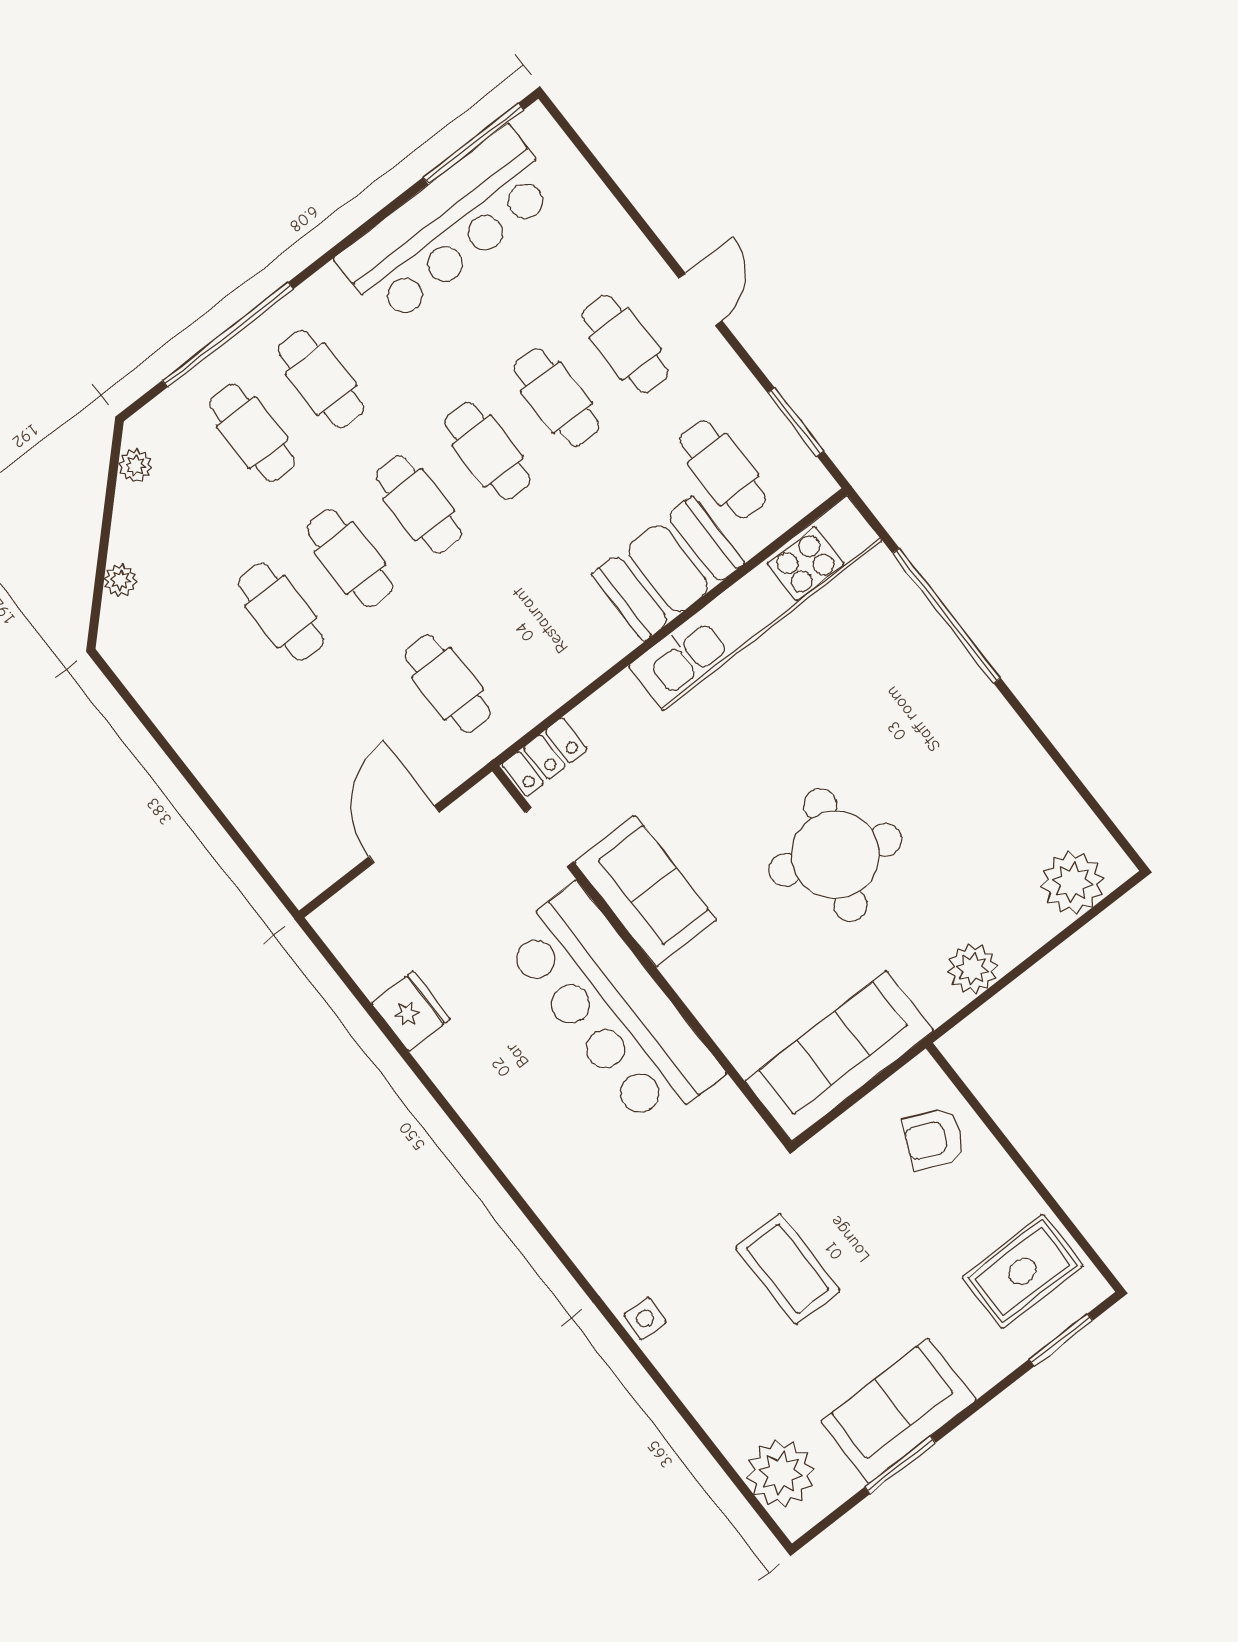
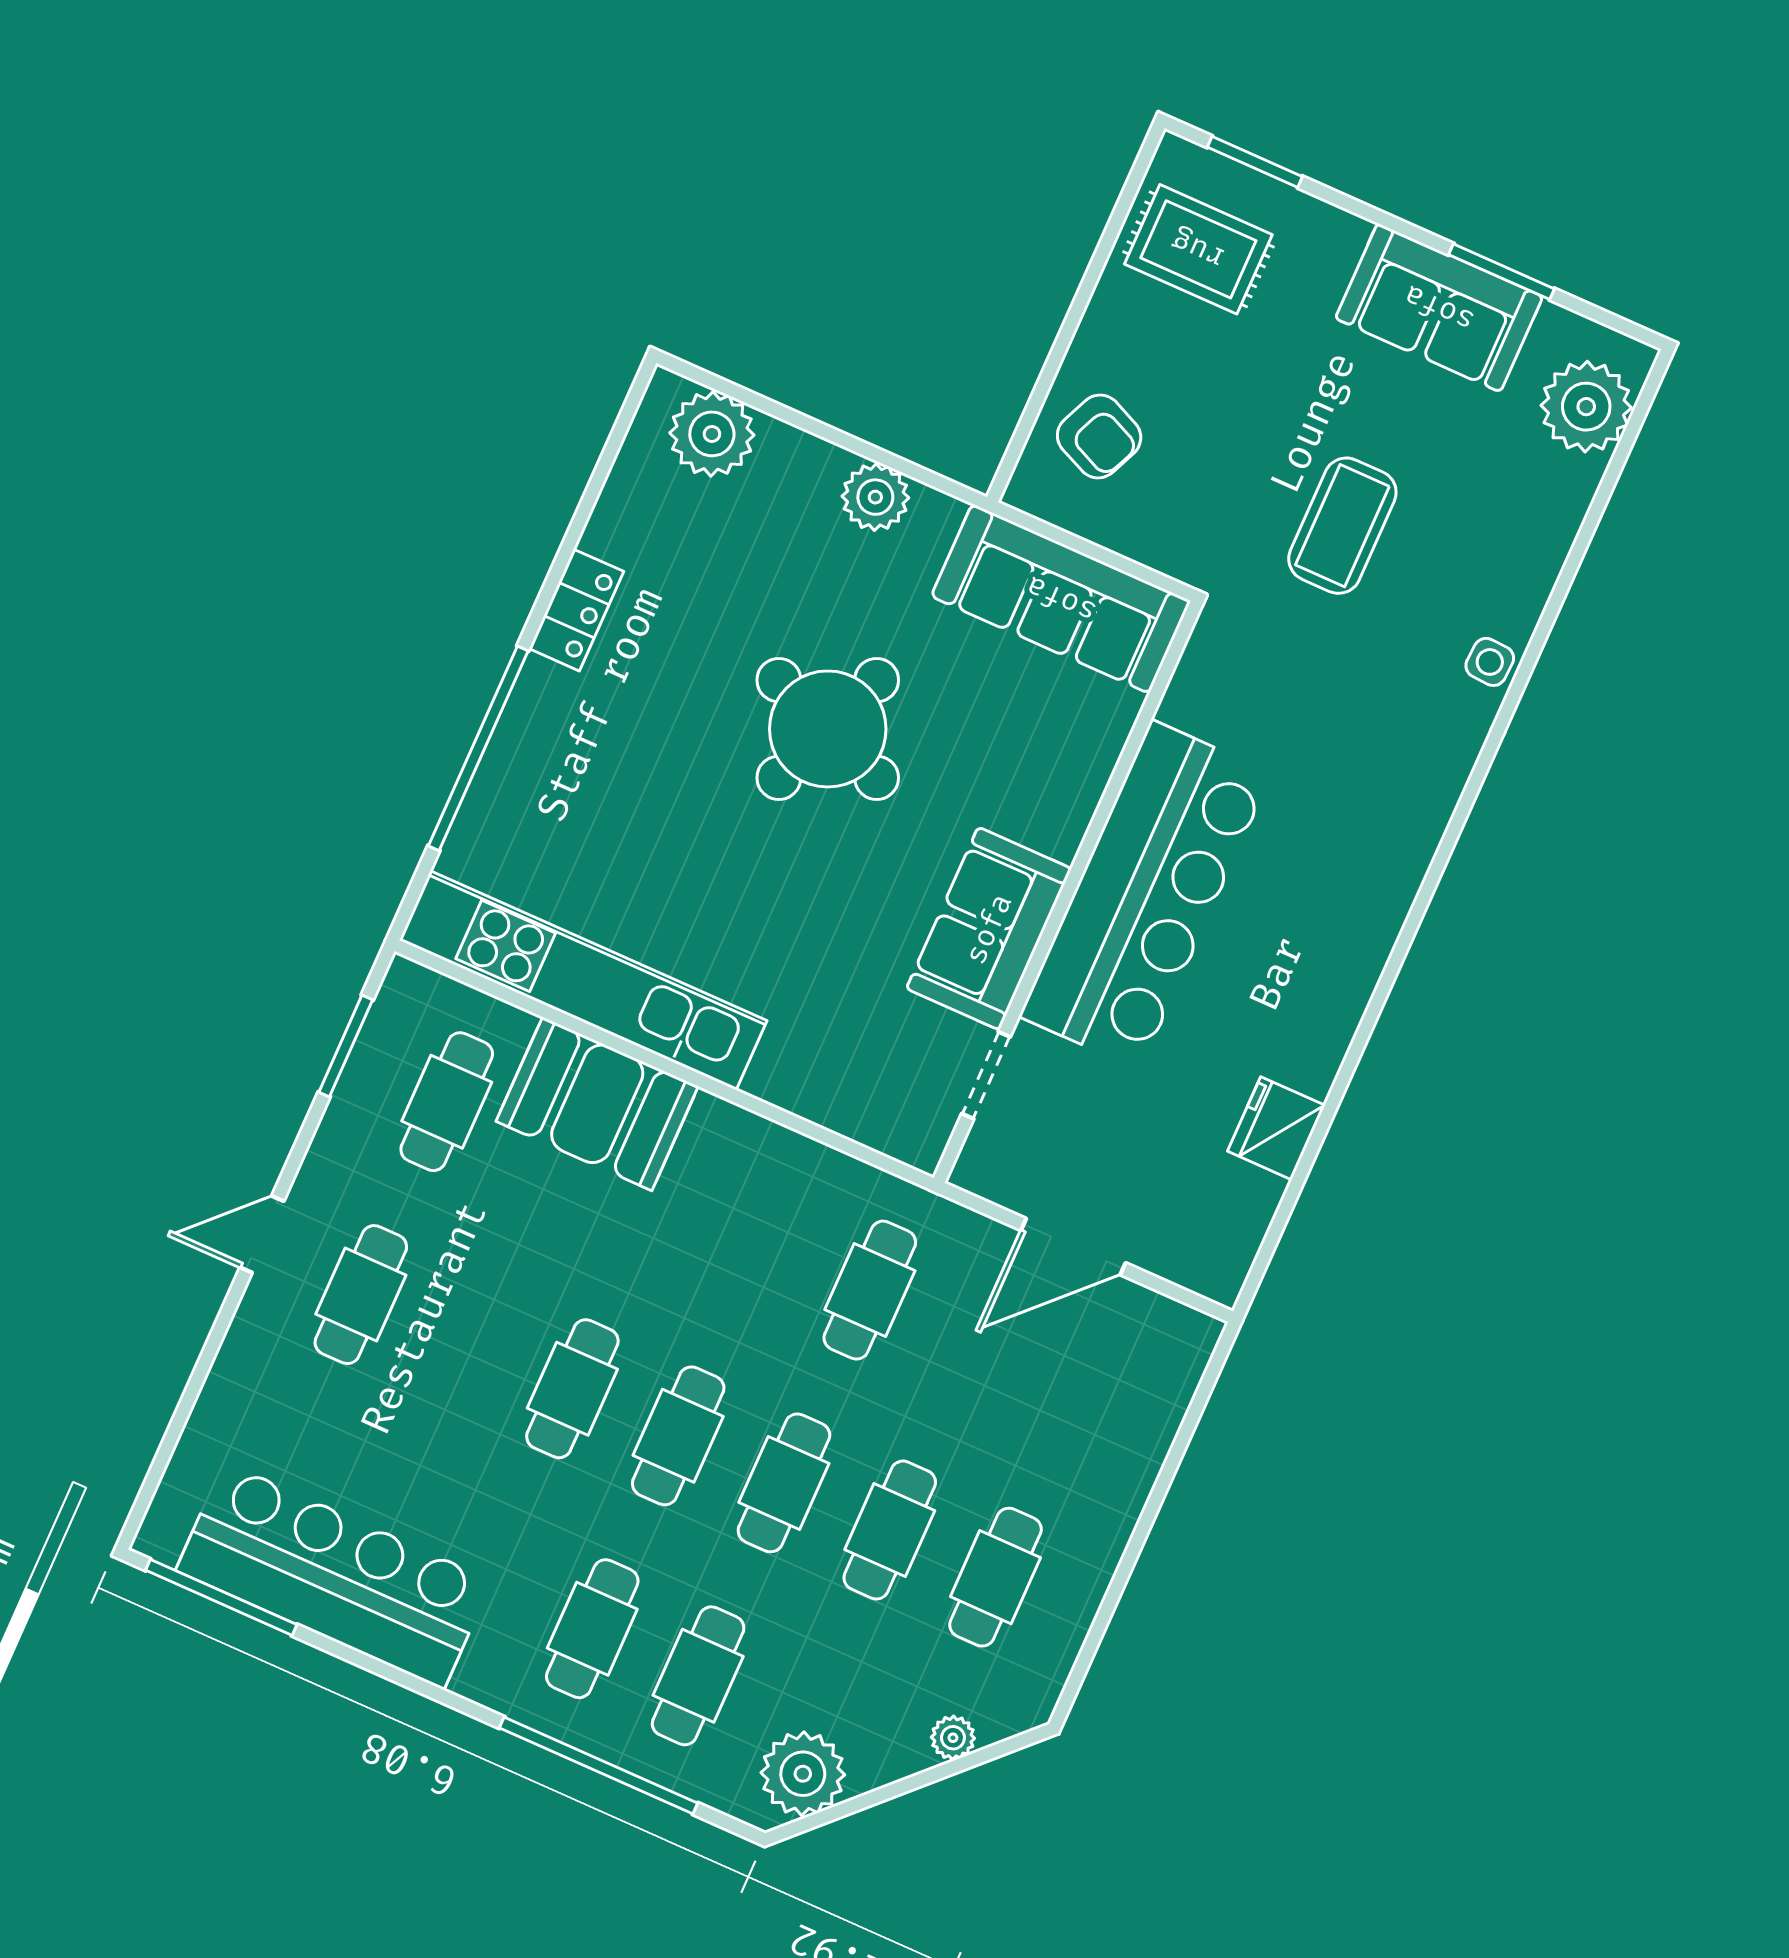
cafe table: (556, 397) -> (995, 1577), moved
plant: (135, 466) -> (803, 1774), width x1.88, depth x1.88
locker: (544, 757) -> (576, 610), moved, turned 90

